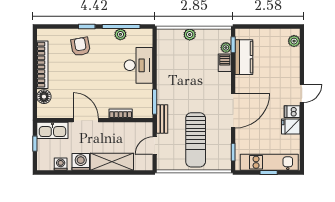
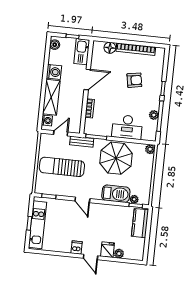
plant: (190, 35) -> (150, 149), moved
plant: (294, 41) -> (119, 254), moved
armchair: (81, 47) -> (134, 80), moved
kitchen counter: (244, 57) -> (140, 223), moved, turned 90
barbecue: (225, 63) -> (116, 194), width x1.88, depth x1.53
parasol: (178, 75) -> (116, 158), added
door: (233, 111) -> (82, 200), width x0.53
fridge: (291, 126) -> (107, 250), moved
door: (155, 146) -> (61, 133), hinge flipped
boiler: (47, 164) -> (55, 45), added
washing machine: (61, 164) -> (47, 120), moved

